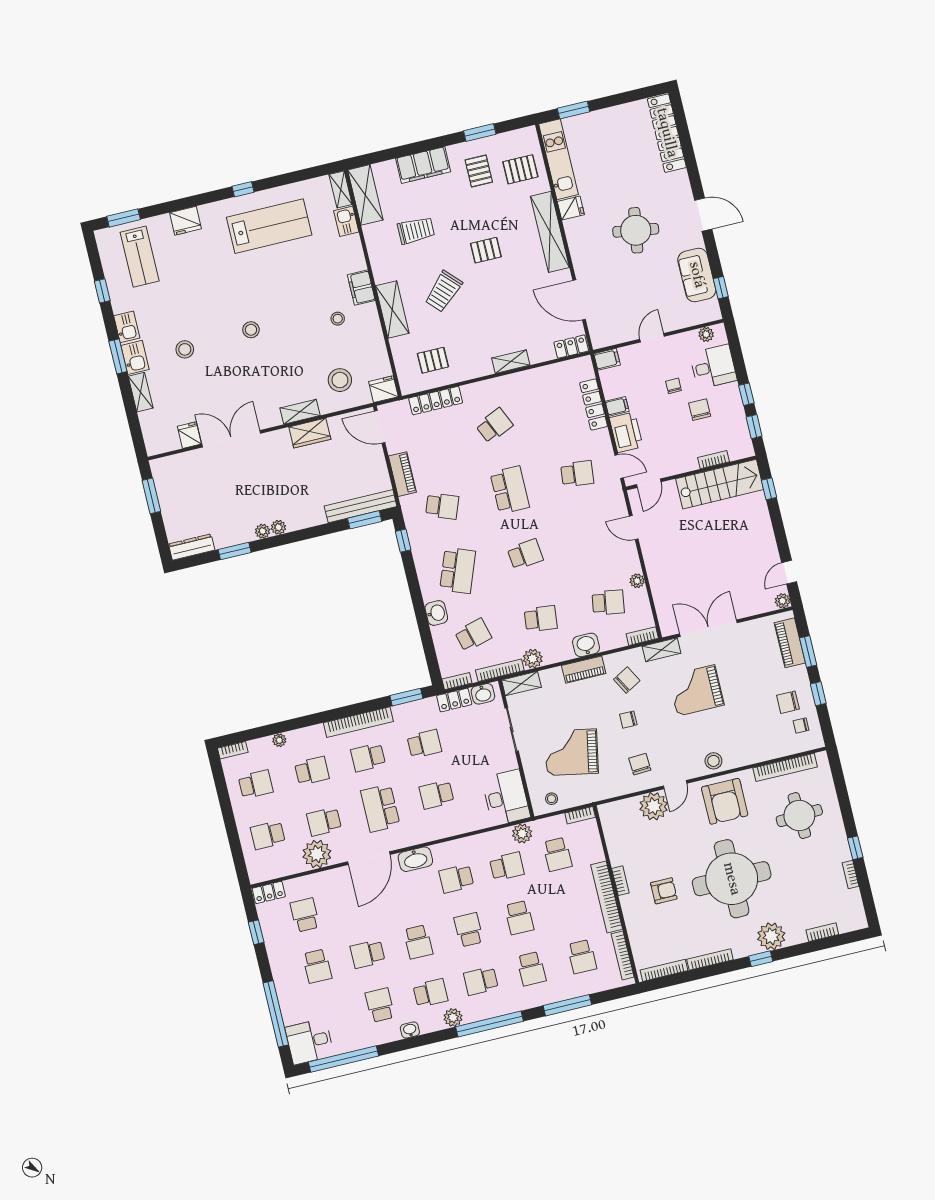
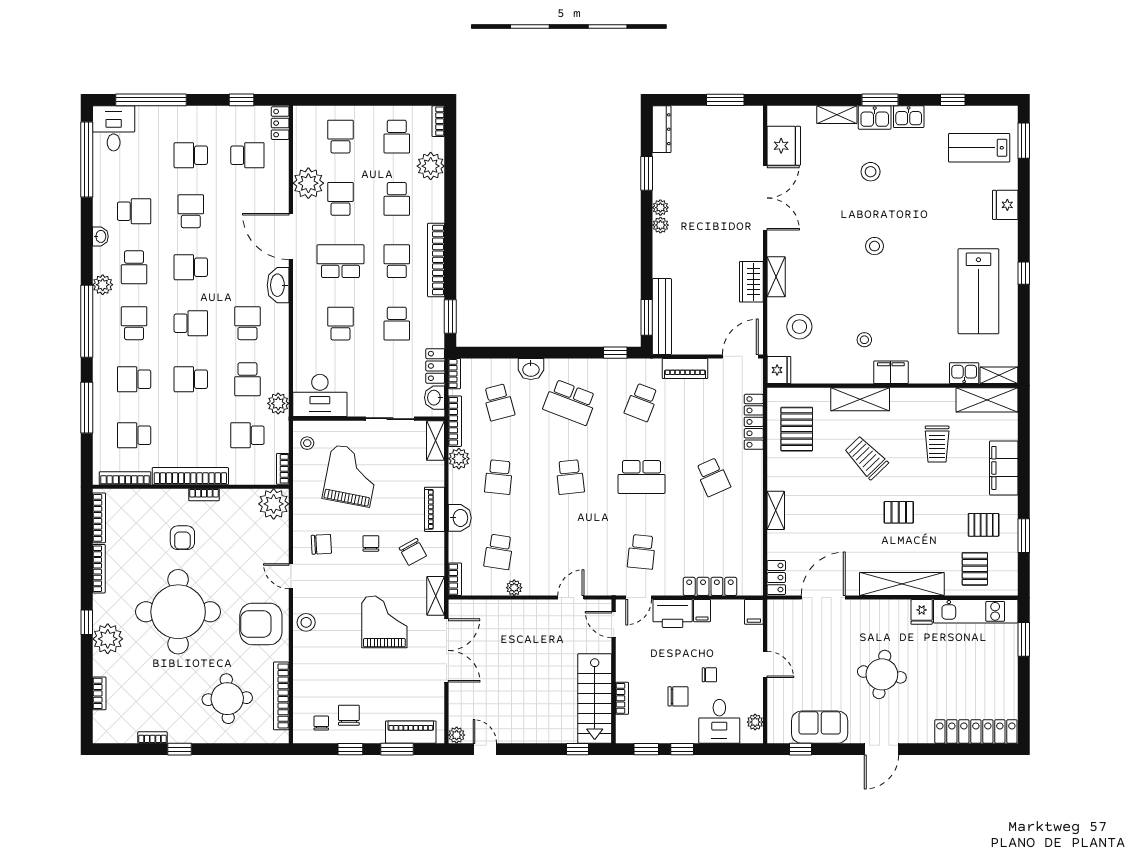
pallet: (486, 250) -> (899, 512), turned 90
pallet: (433, 360) -> (797, 429), width x1.50, depth x1.42
fridge: (189, 435) -> (784, 146), width x1.88, depth x1.34
plant: (279, 740) -> (431, 166), width x1.88, depth x1.88
plant: (654, 806) -> (274, 504), moved

